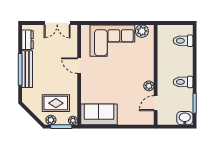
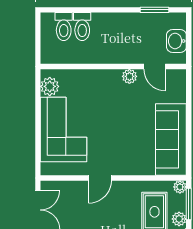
toilet: (183, 82) -> (82, 27), moved
sofa: (99, 114) -> (171, 139), width x1.36
washbasin: (185, 118) -> (176, 41), moved

